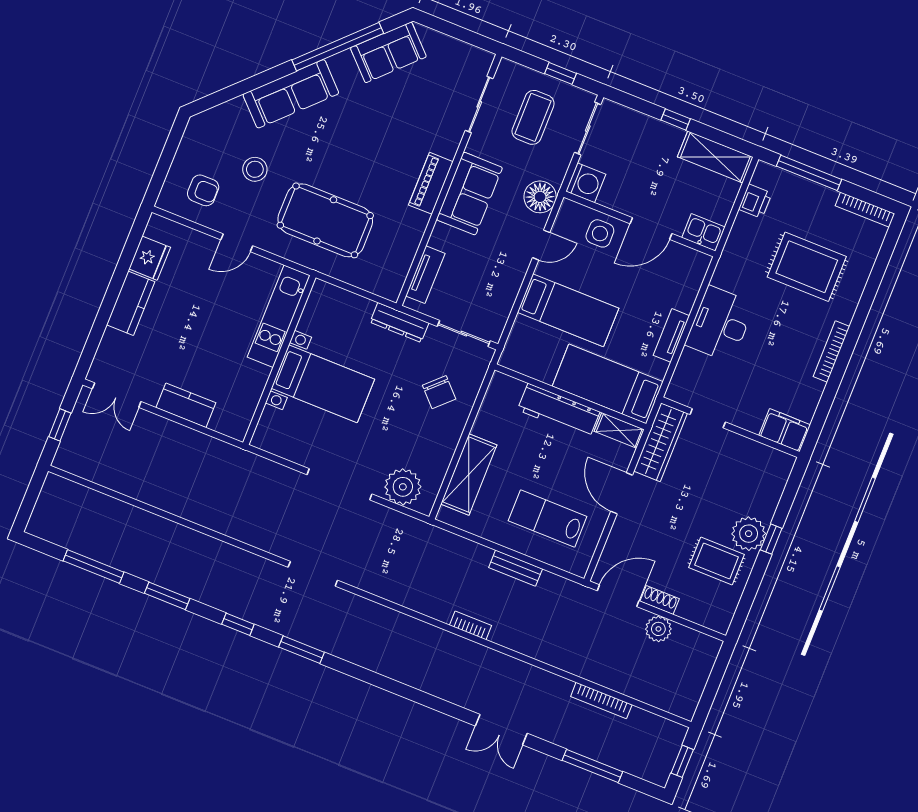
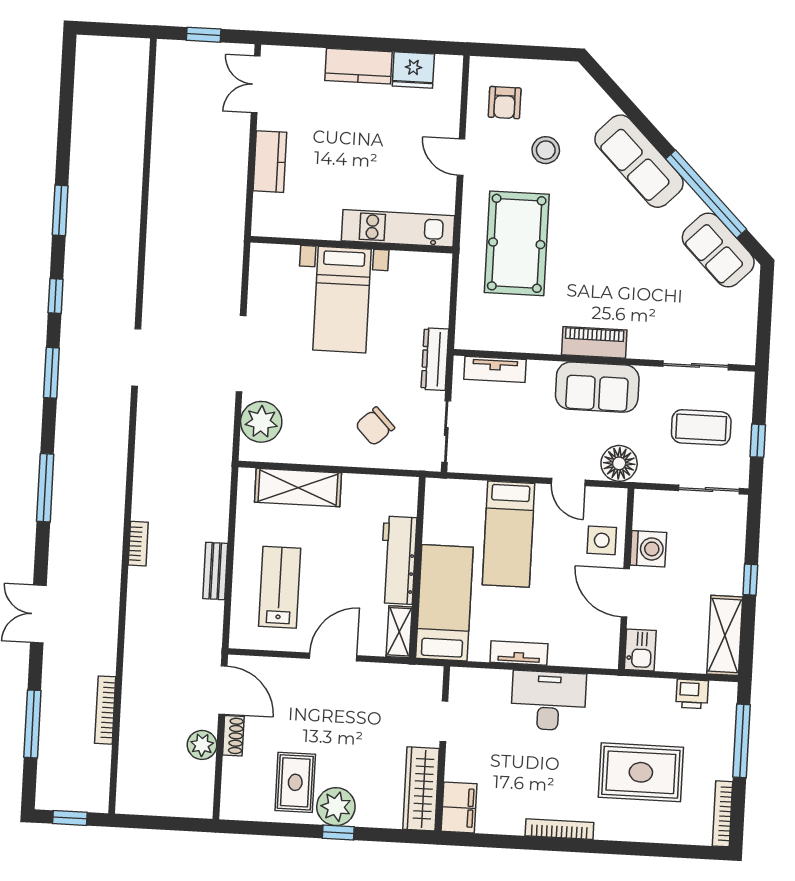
washing machine: (586, 183) -> (648, 549), moved, turned -90
rug: (807, 267) -> (641, 772), turned 90
wardrobe: (661, 442) -> (421, 789), moved, turned 90
window: (94, 567) -> (45, 488), moved

